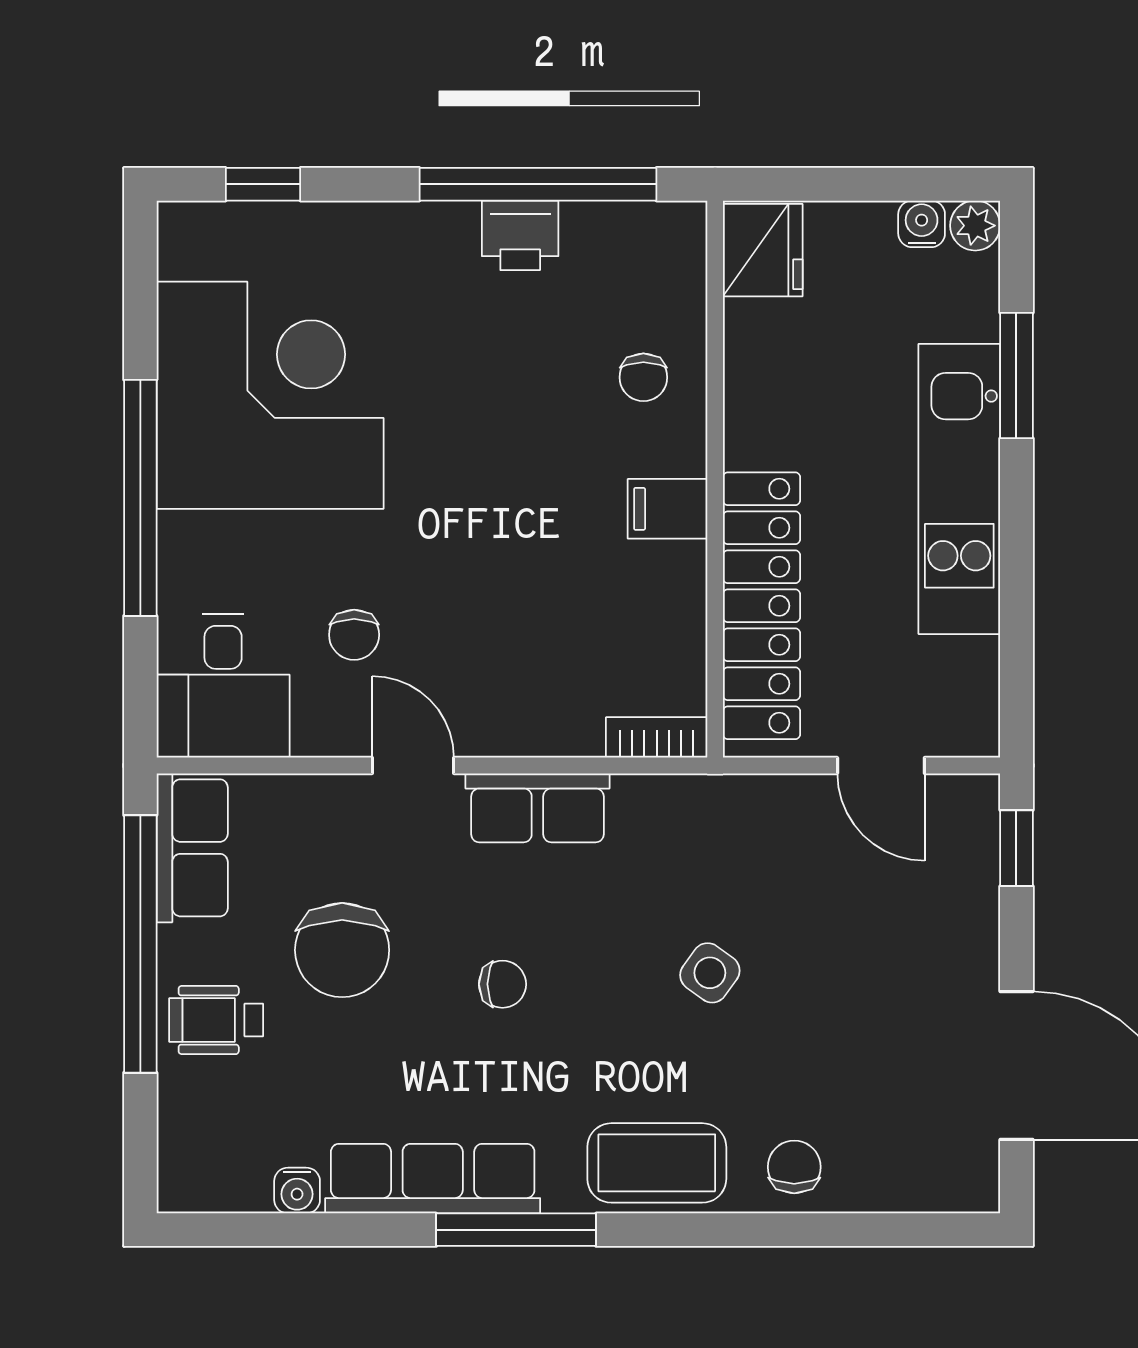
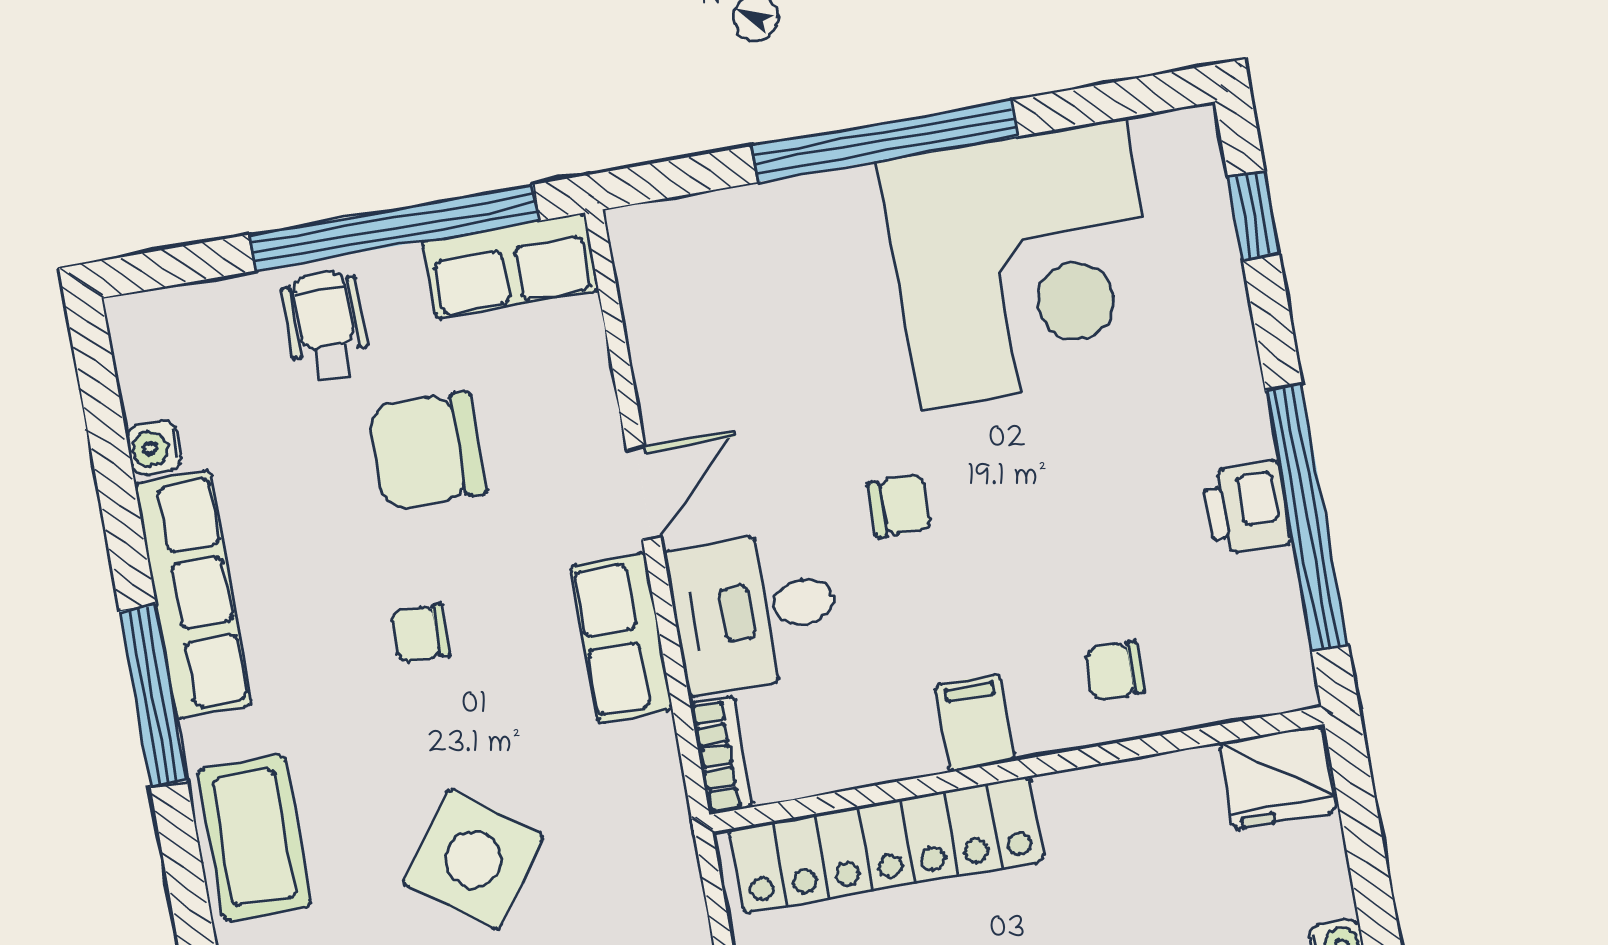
chair: (354, 635) -> (900, 506), moved, turned 180
desk: (223, 686) -> (754, 611), moved
side table: (710, 973) -> (473, 859), width x1.87, depth x1.87
chair: (502, 984) -> (420, 634), turned 90

